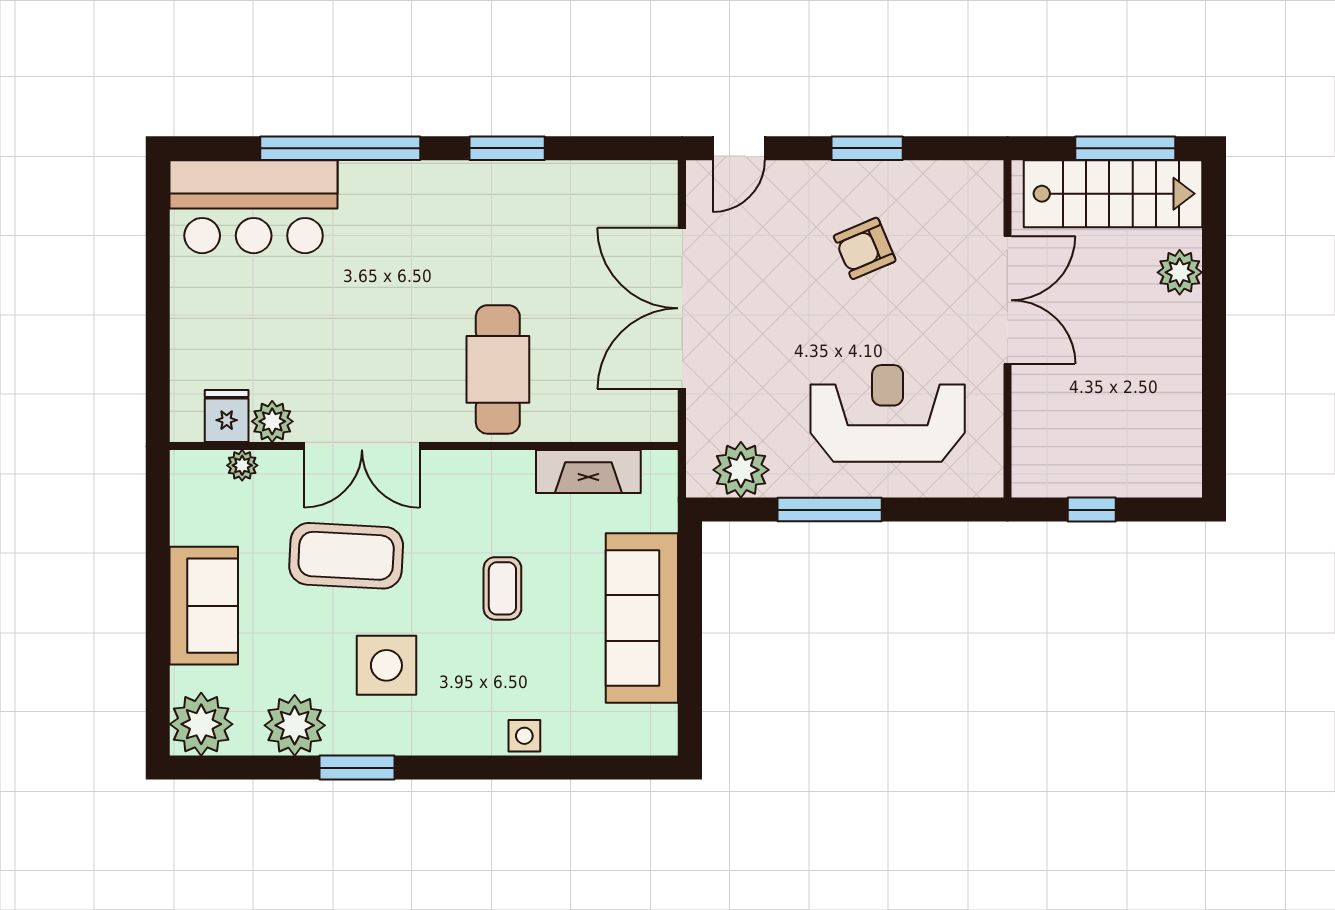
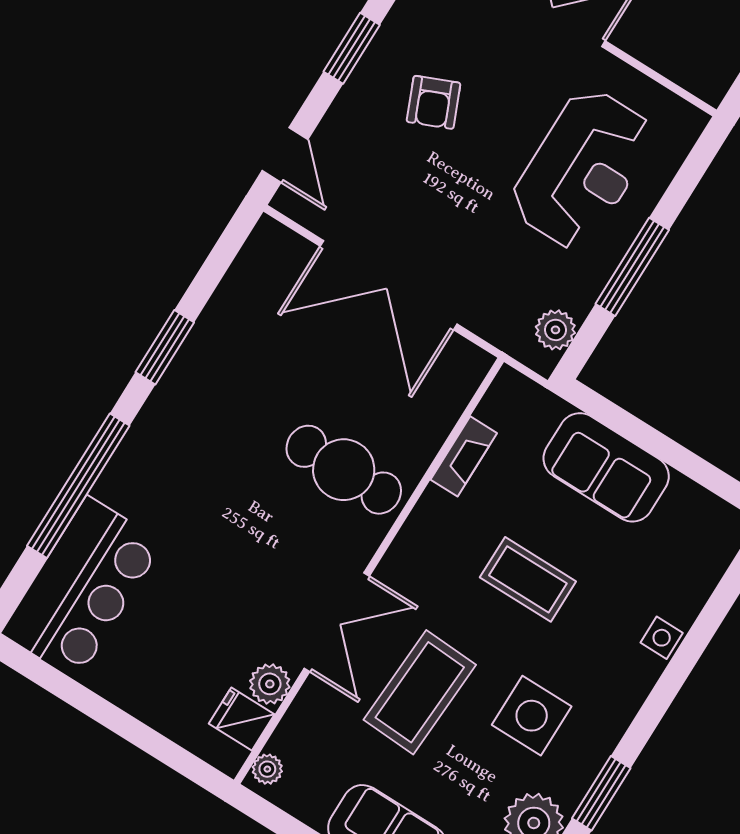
reception desk: (888, 413) -> (582, 169), turned 180
plant: (242, 465) -> (267, 769), moved
plant: (741, 470) -> (555, 330), width x0.73, depth x0.73
fireplace: (588, 471) -> (464, 456), width x0.73, depth x0.76
coffee table: (502, 588) -> (528, 579), width x1.36, depth x1.30
sofa: (642, 618) -> (606, 467), width x0.73

